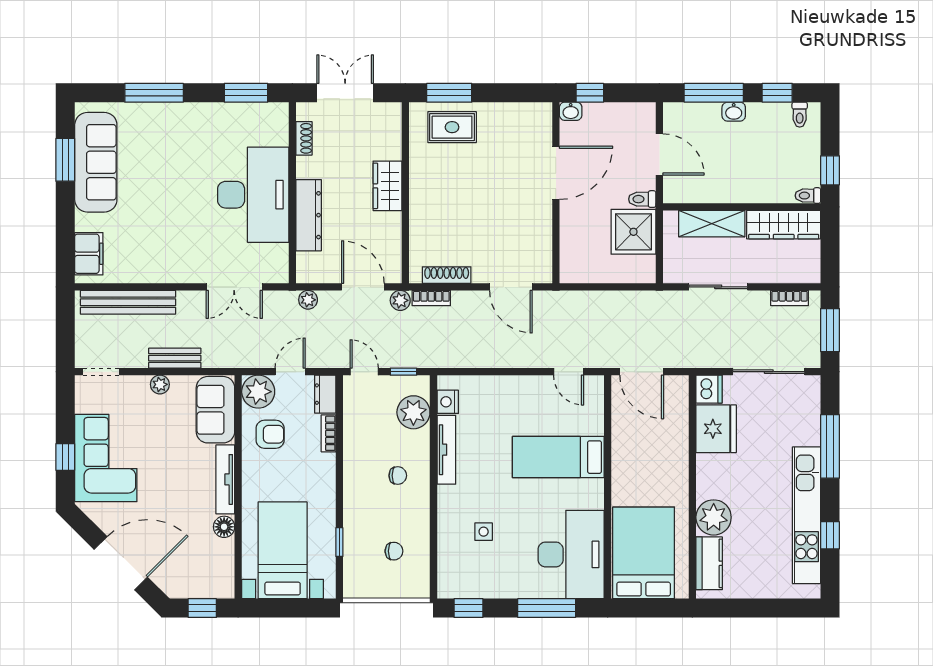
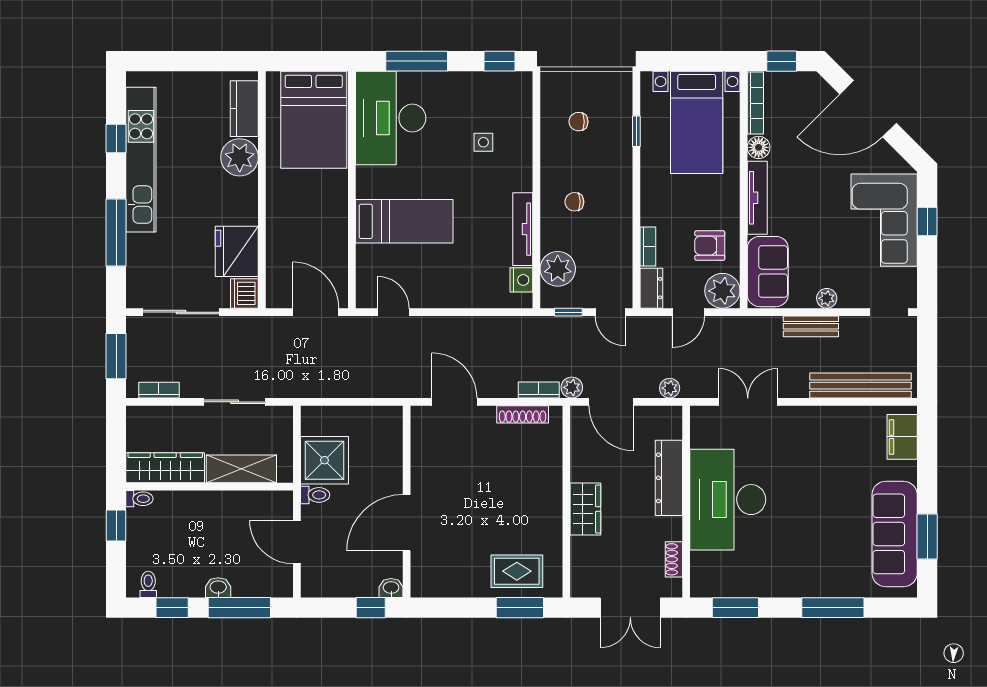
bookcase: (227, 569) -> (755, 103), added

